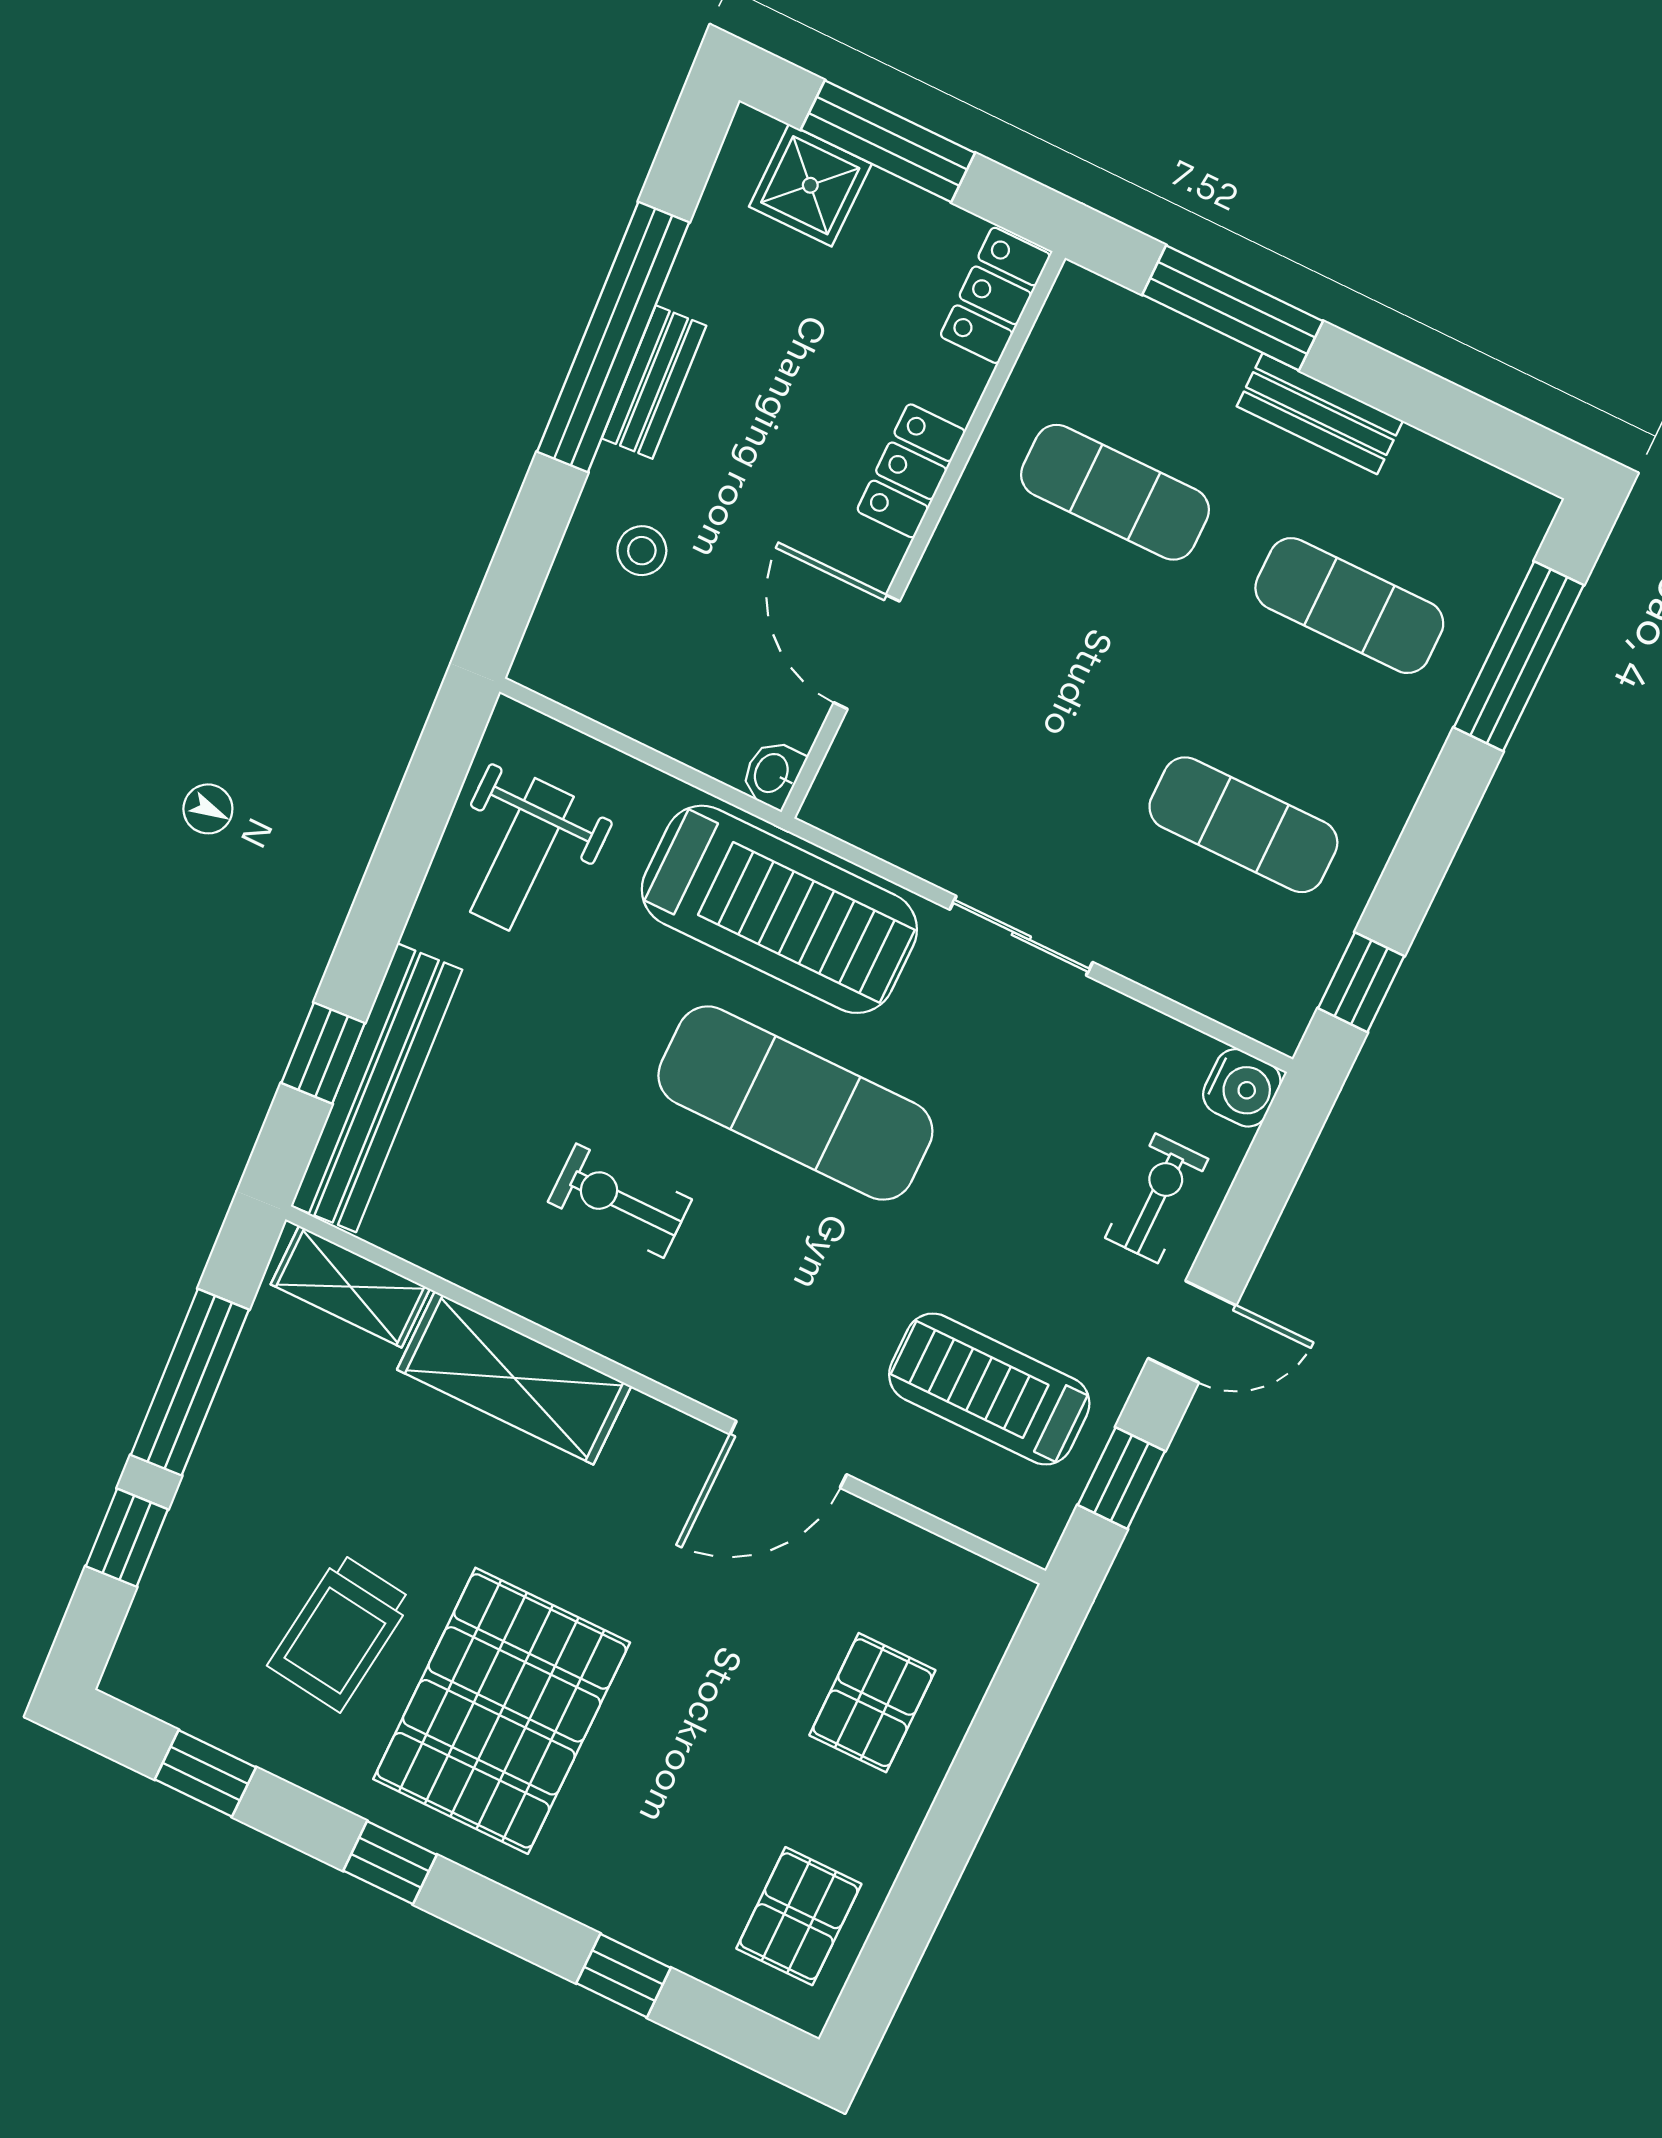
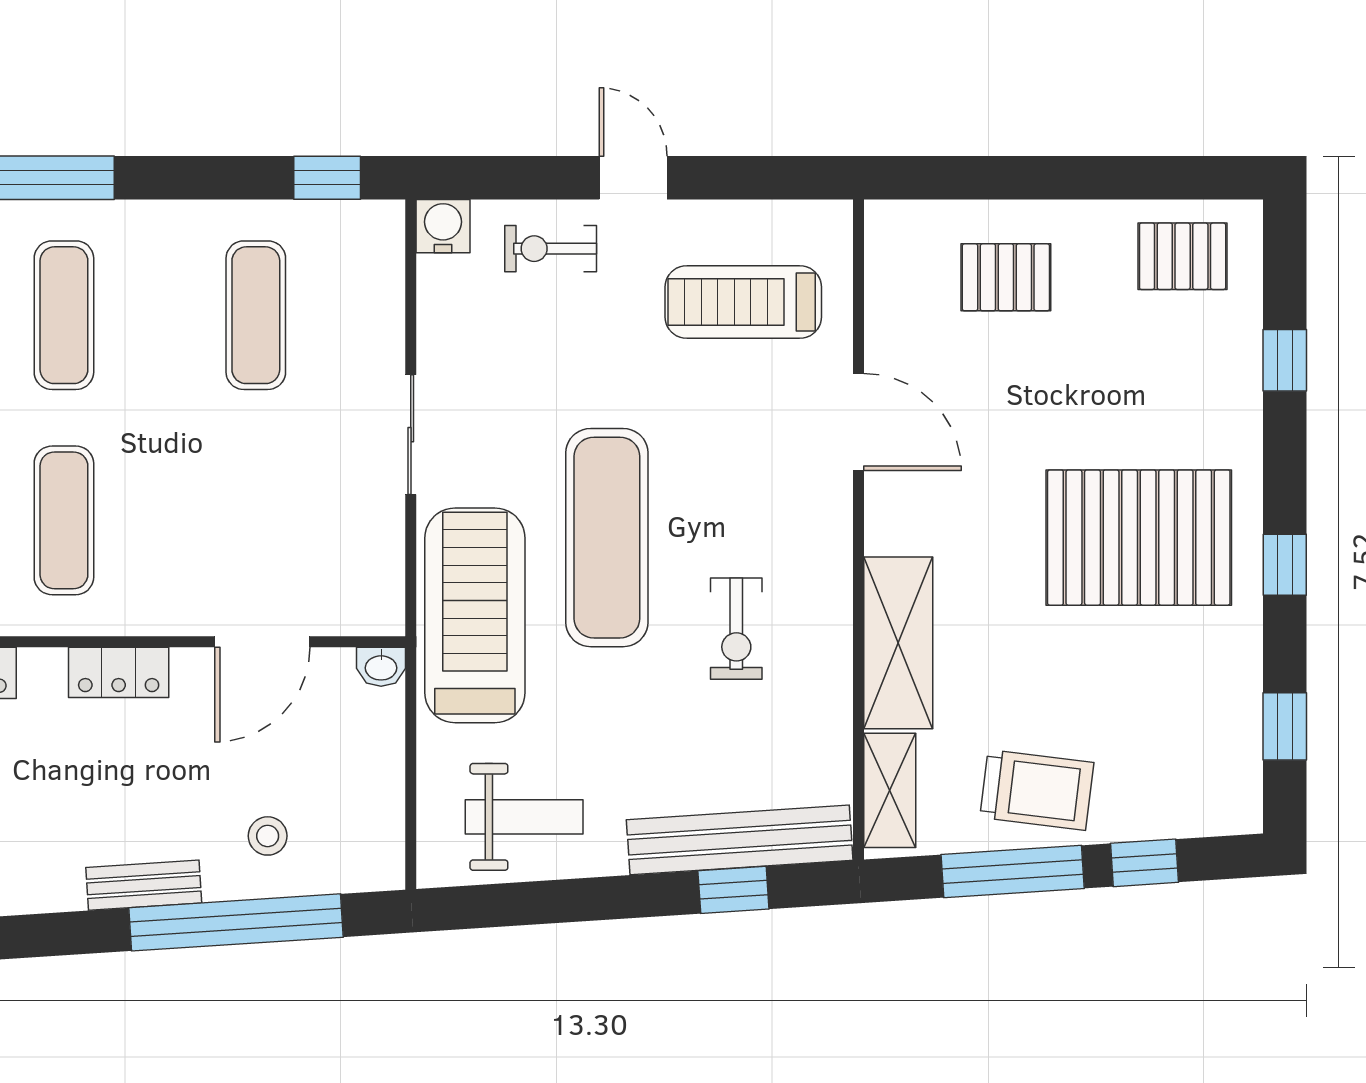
window: (613, 337) -> (236, 922), moved
treadmill: (989, 1389) -> (743, 302), turned 90
window: (1121, 1478) -> (761, 178), removed
trolley: (340, 1633) -> (1037, 790), moved

